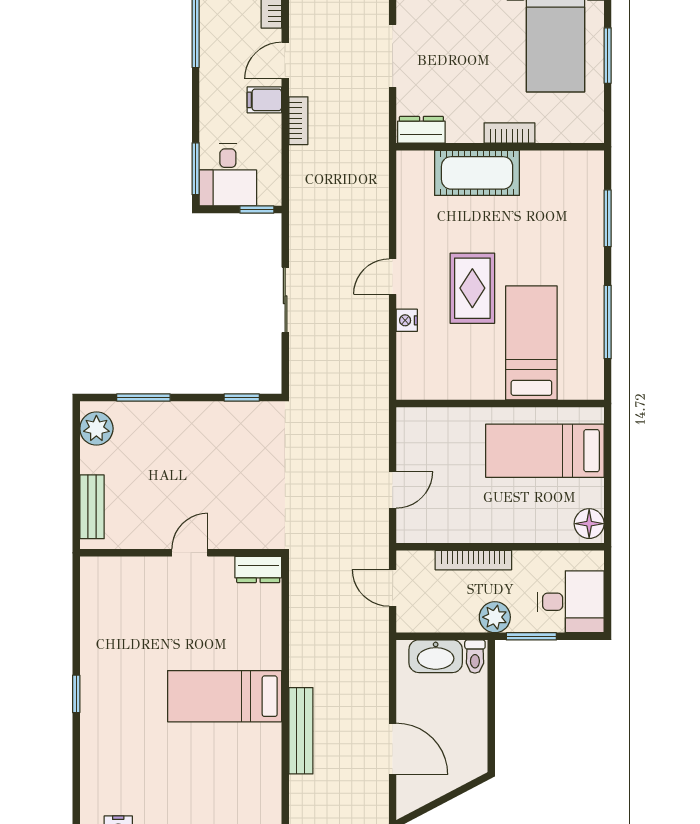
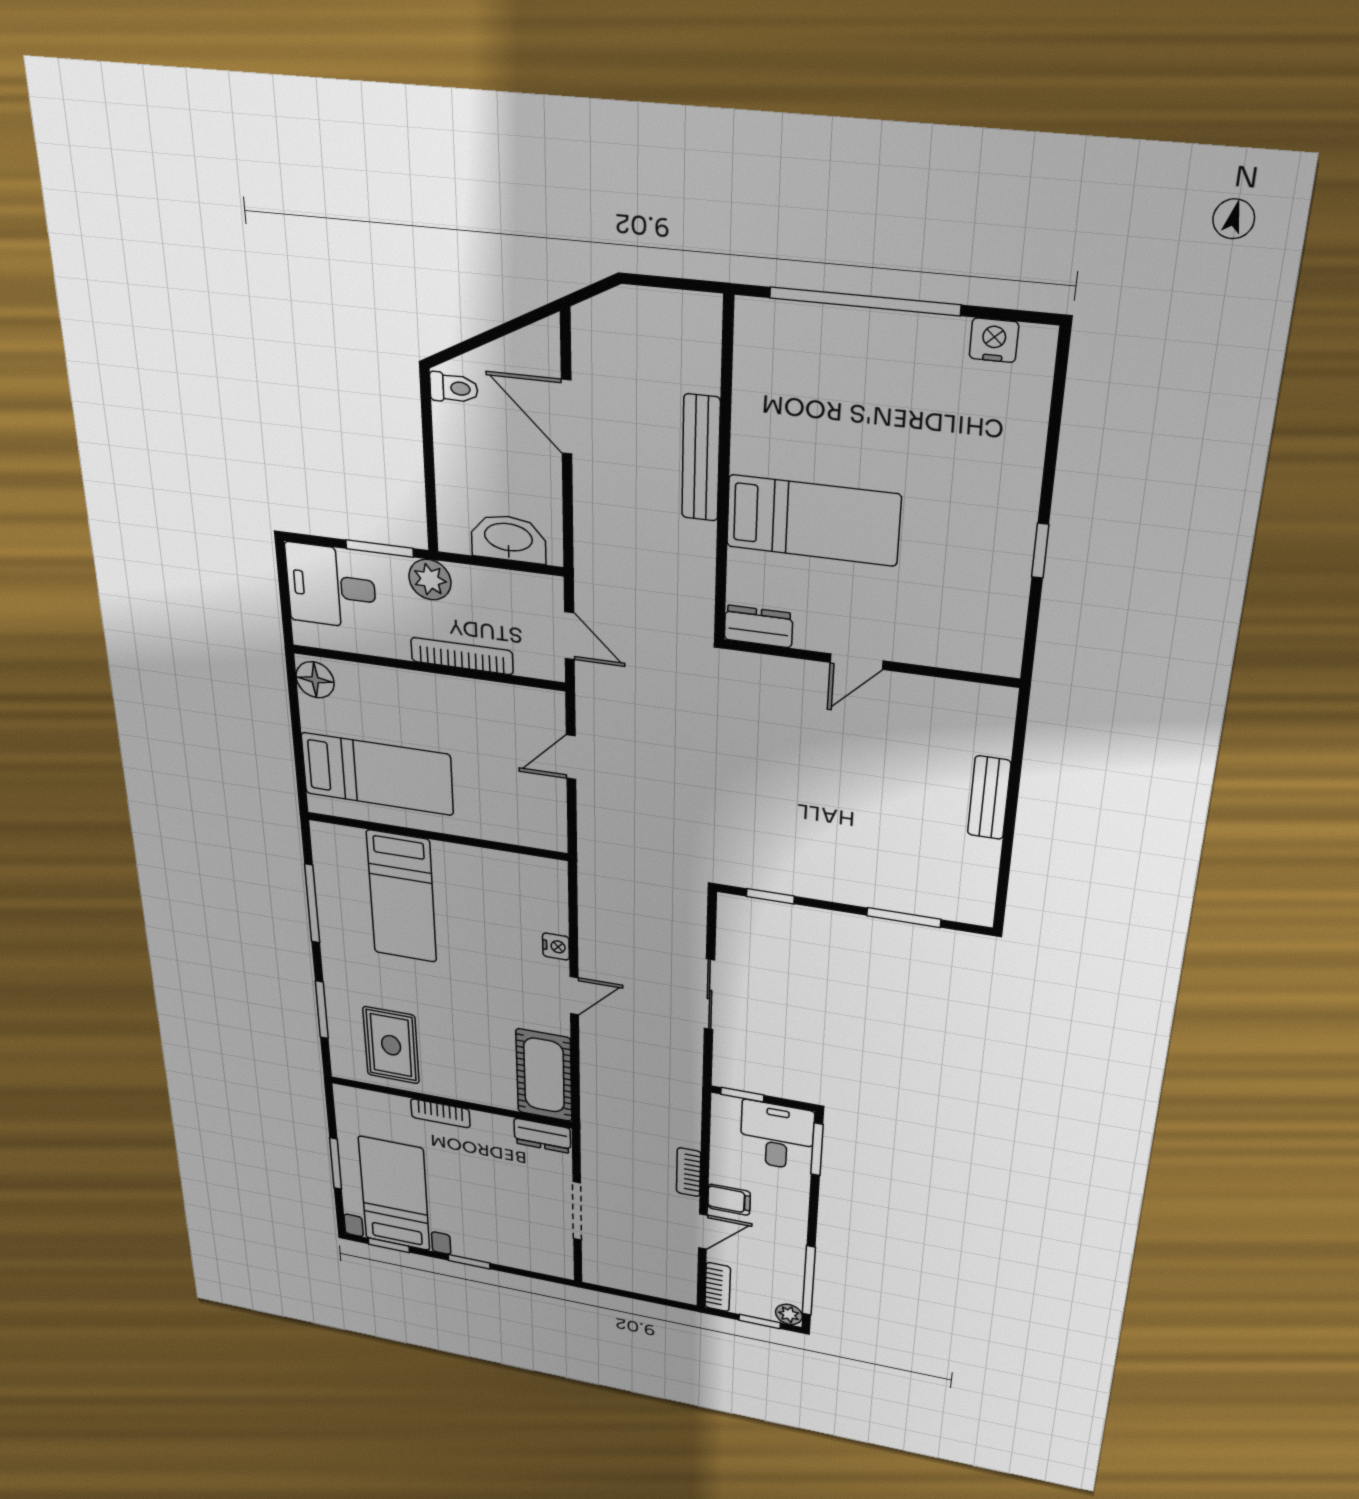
cot: (477, 173) -> (544, 1075), moved, turned 90
rug: (472, 288) -> (391, 1045), moved
plant: (96, 429) -> (973, 892), removed
wall: (181, 553) -> (870, 663), moved
door: (190, 553) -> (856, 662), moved
dresser: (258, 569) -> (758, 626), moved
toilet: (475, 657) -> (454, 388), moved, turned 90

